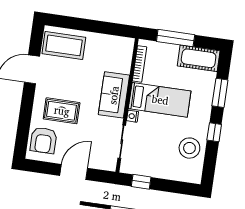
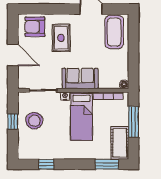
floor lamp: (129, 43) -> (124, 84), added
window: (220, 93) -> (107, 164), moved
window: (214, 132) -> (46, 164), moved
stool: (189, 148) -> (34, 121), moved
window: (141, 182) -> (13, 121), moved

